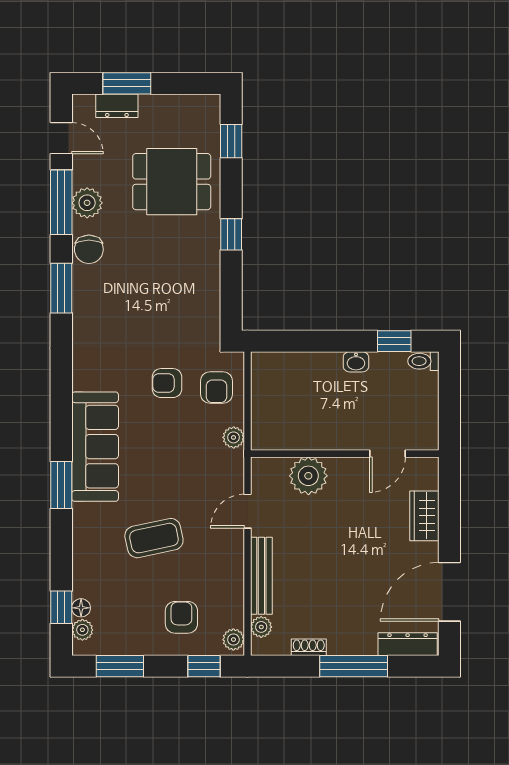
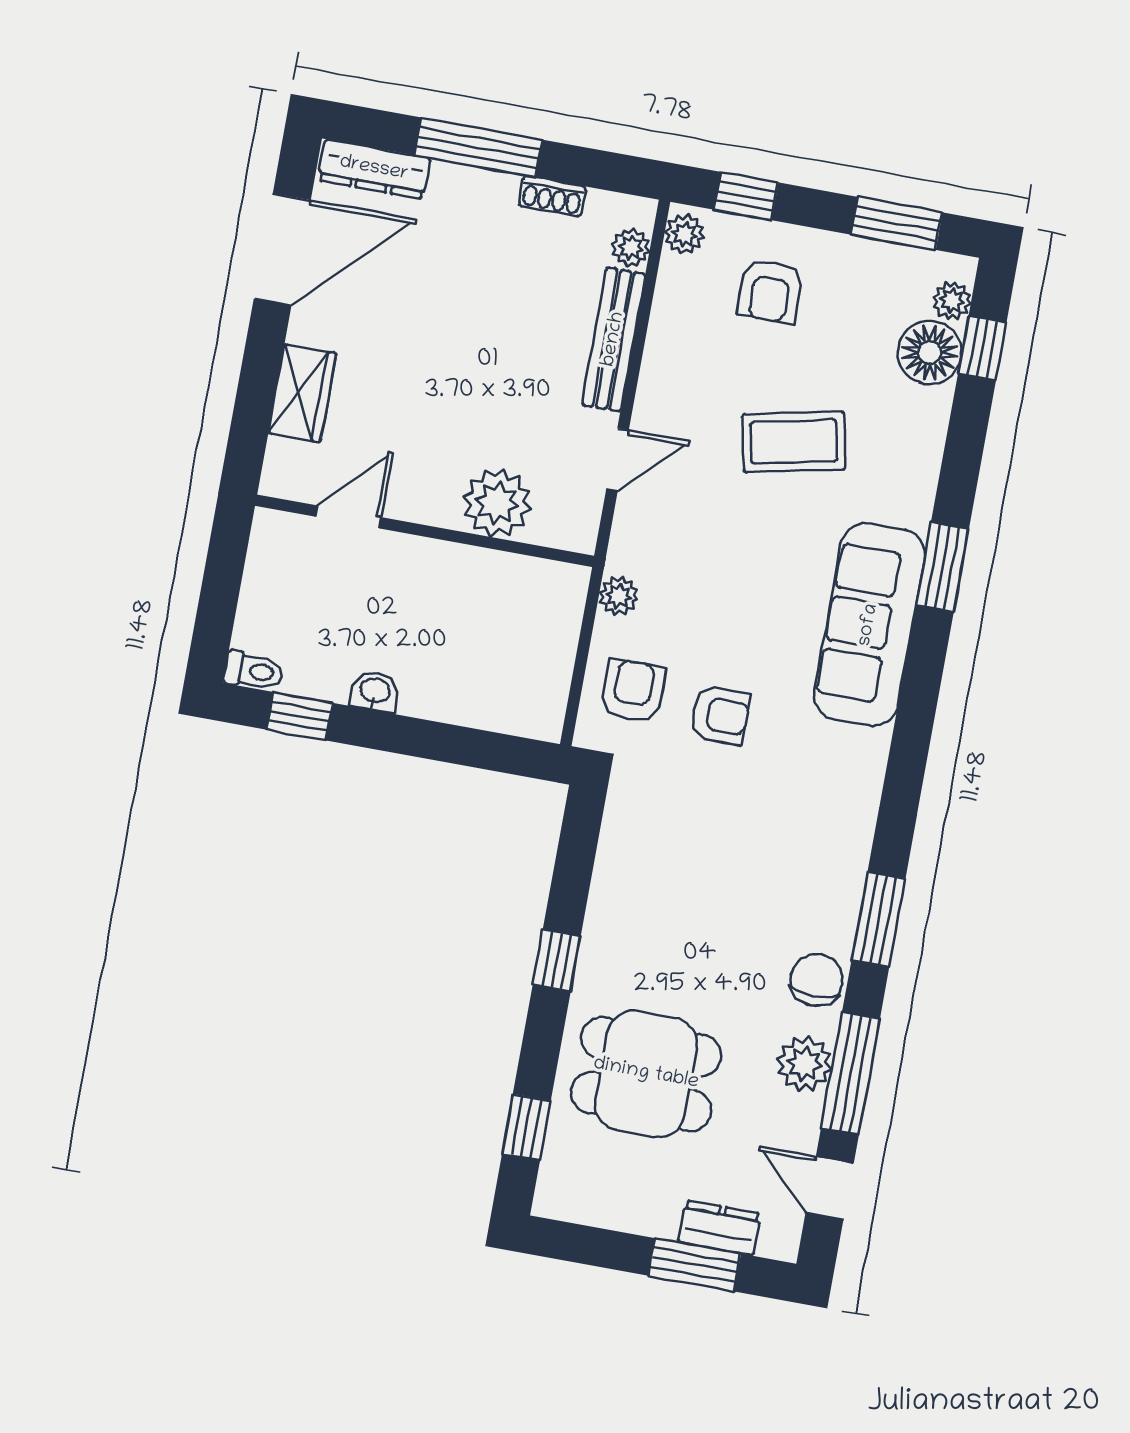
floor lamp: (81, 608) -> (930, 353), width x1.89, depth x1.89

